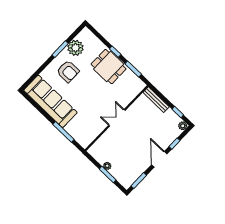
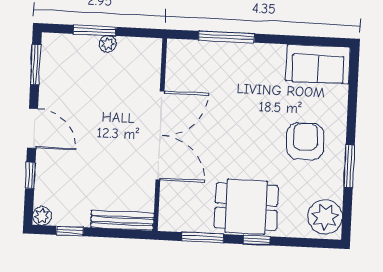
plant: (75, 48) -> (325, 217), moved
armchair: (68, 71) -> (305, 141), turned 90
sofa: (50, 101) -> (318, 64), width x0.54, depth x0.79
double door: (117, 118) -> (160, 135), width x1.87

